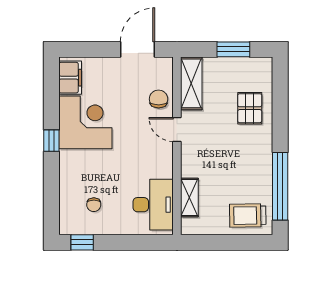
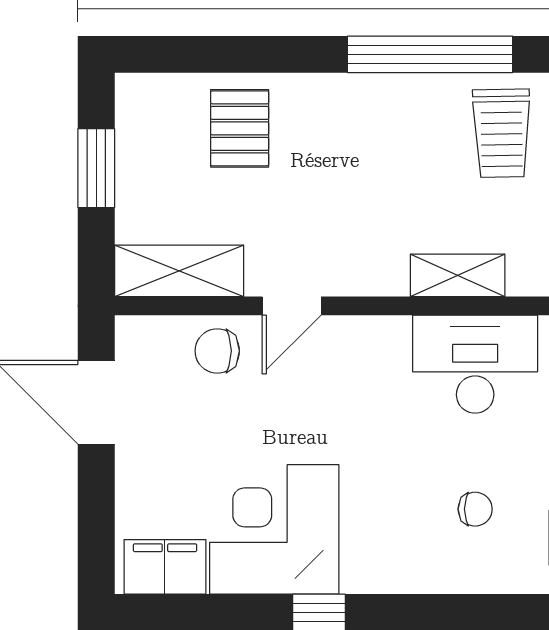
pallet: (250, 108) -> (240, 128), turned 90

